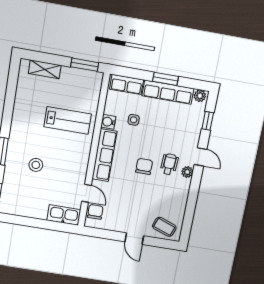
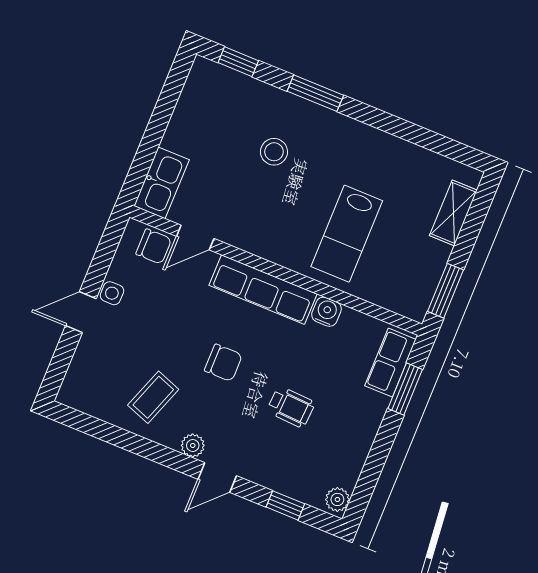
window: (166, 79) -> (405, 389), moved
row of seats: (168, 92) -> (358, 439), removed
side table: (134, 120) -> (112, 293), moved
wheelchair: (169, 164) -> (291, 407), moved
coffee table: (164, 227) -> (153, 397), moved

